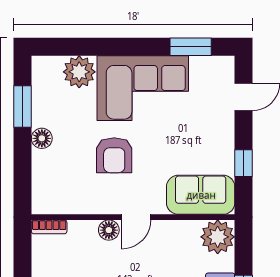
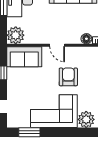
door: (136, 217) -> (57, 45), swing flipped
floor lamp: (109, 230) -> (86, 39), moved

